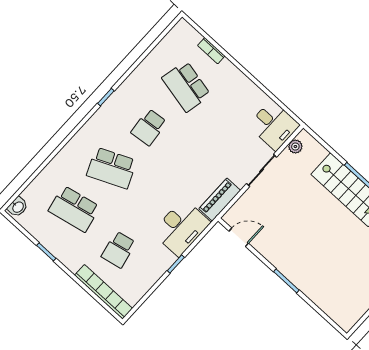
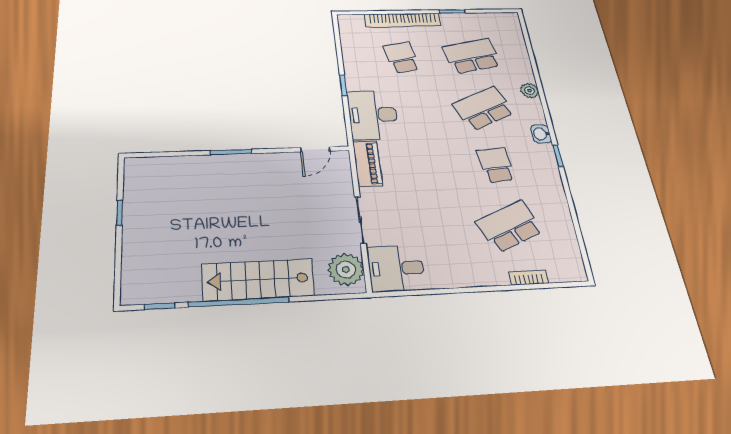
school desk: (186, 86) -> (510, 226), turned -36
plant: (295, 147) -> (346, 269), width x1.88, depth x1.88
plant: (69, 152) -> (530, 91), added
washbasin: (18, 207) -> (541, 134), moved
bookcase: (104, 292) -> (403, 20), moved

